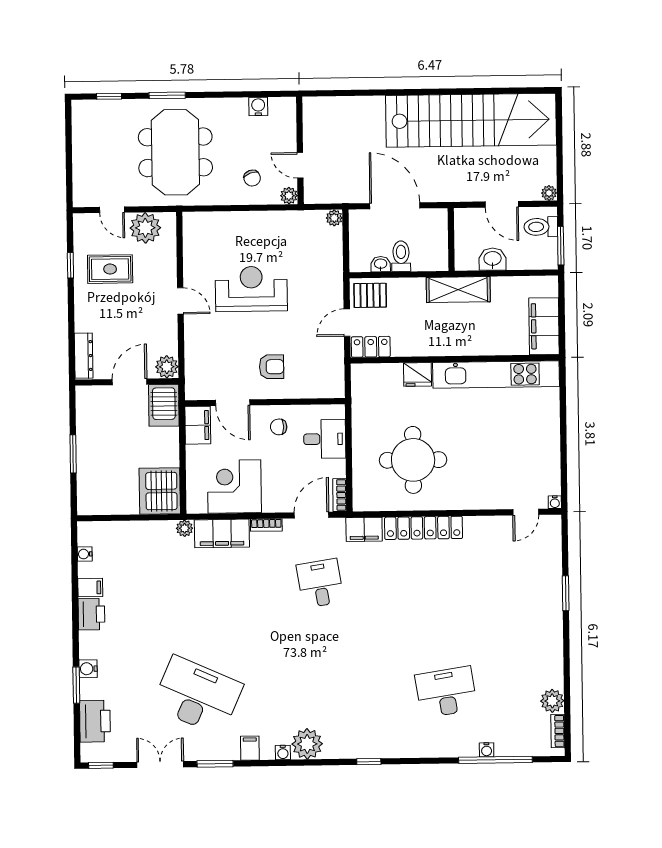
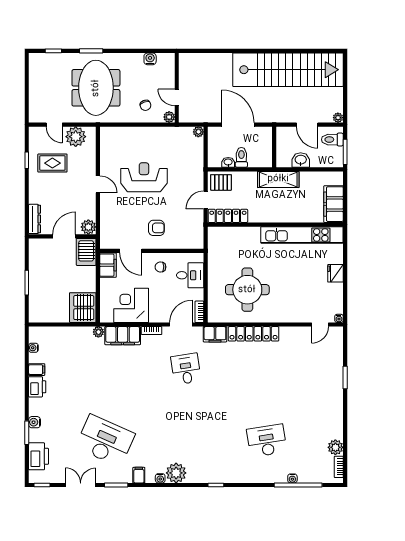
locker: (371, 347) -> (228, 216), width x1.53
fridge: (417, 374) -> (335, 273), moved, turned 90

